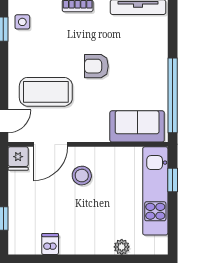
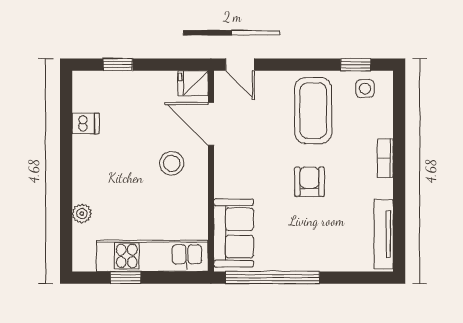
coffee table: (46, 92) -> (313, 111), moved
window: (173, 180) -> (126, 278), moved

